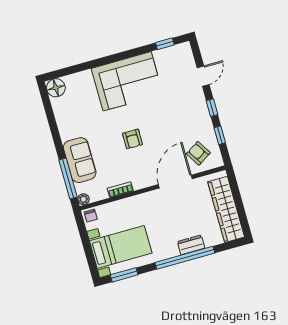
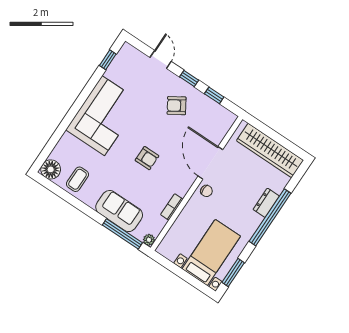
coffee table: (69, 111) -> (77, 179), added
armchair: (198, 153) -> (177, 106), moved
chair: (91, 216) -> (206, 191), moved

